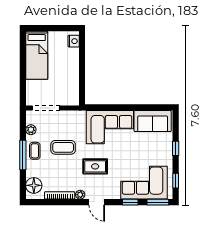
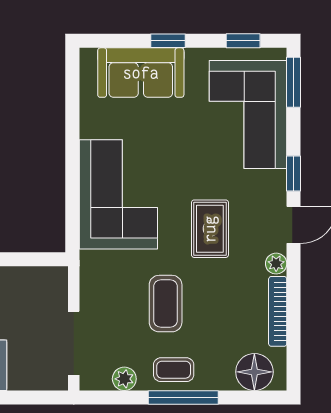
sofa: (153, 121) -> (141, 73), moved, turned 90
window: (130, 202) -> (294, 173), moved

